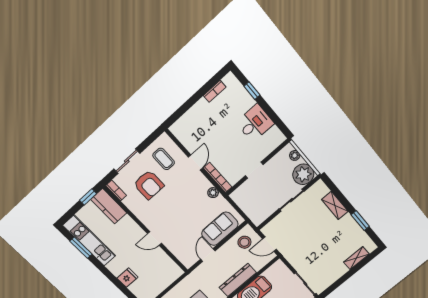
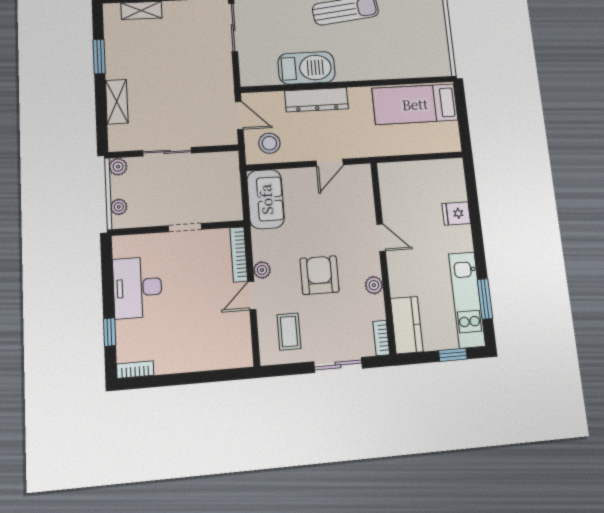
bookcase: (215, 91) -> (135, 370), moved
desk: (255, 123) -> (137, 288), width x1.37
plant: (303, 174) -> (118, 167), width x0.53, depth x0.53
armchair: (149, 185) -> (319, 275), moved
plant: (213, 193) -> (262, 270), moved
window: (88, 197) -> (453, 355), moved
plant: (140, 213) -> (374, 285), added
sofa: (220, 229) -> (266, 199), moved, turned -90

